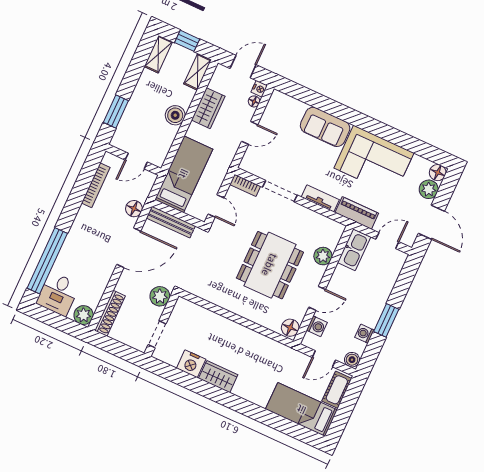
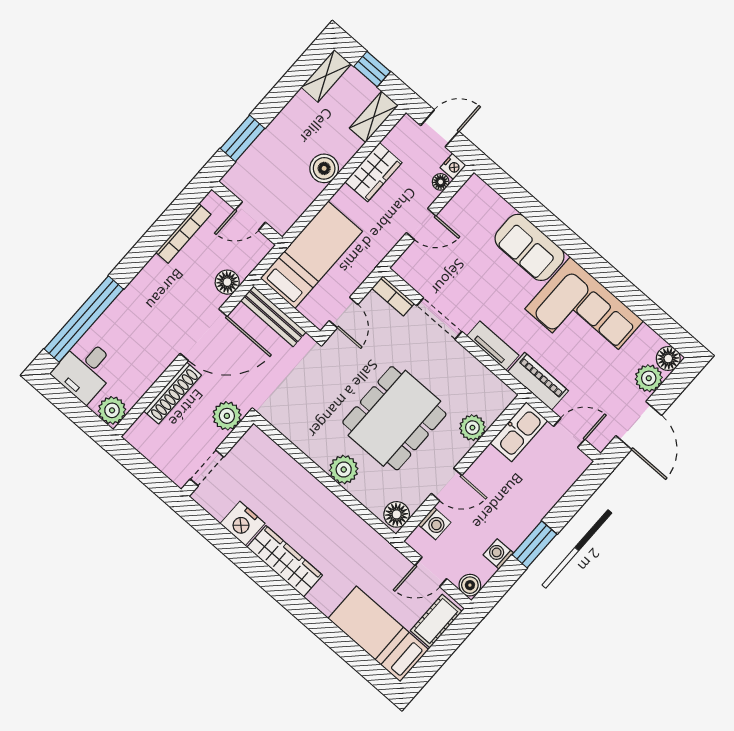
plant: (247, 309) -> (344, 469), added
shoe rack: (110, 313) -> (173, 393), moved
wardrobe: (218, 377) -> (285, 561), width x1.50

